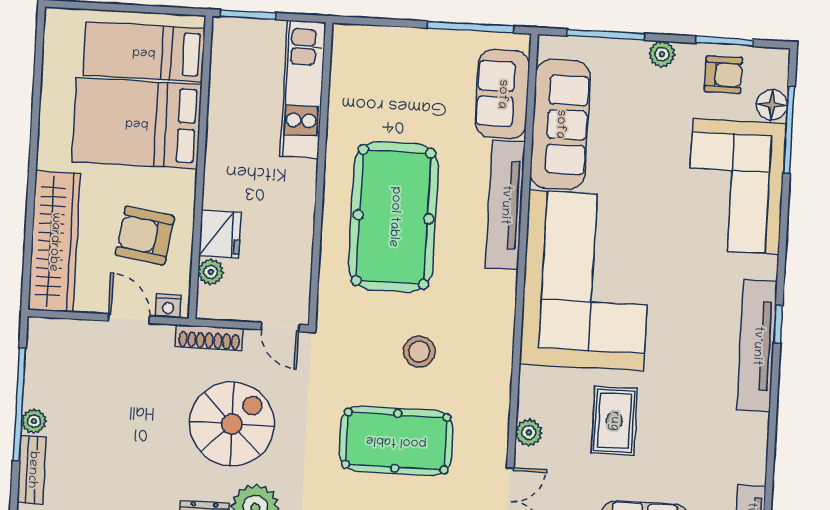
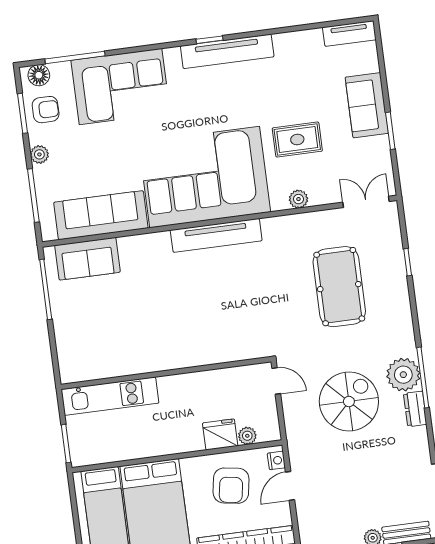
armchair: (723, 75) -> (46, 110), turned 90
floor lamp: (772, 105) -> (39, 75), moved
tv unit: (505, 205) -> (216, 235), moved
pool table: (394, 217) -> (186, 317), removed
door: (280, 327) -> (276, 381), hinge flipped
shoe rack: (209, 338) -> (293, 428), removed
stool: (419, 352) -> (275, 282), removed
spiral stairs: (232, 424) -> (349, 402), turned 90
plant: (529, 433) -> (298, 199), moved

